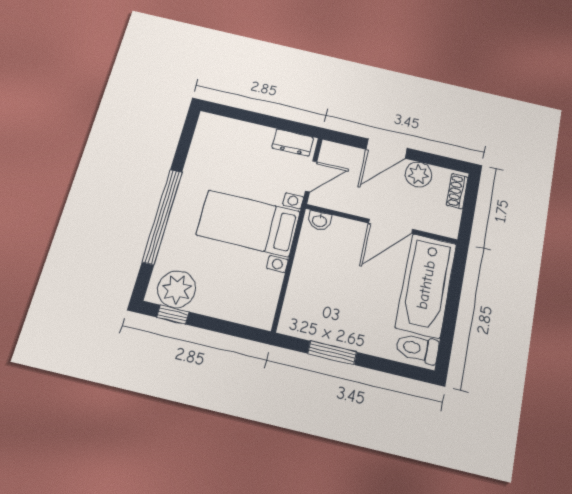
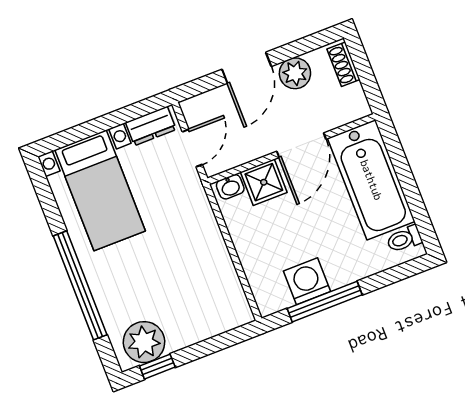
bed with nightstands: (248, 223) -> (100, 190), moved, turned -90
shower: (346, 234) -> (264, 182), added
washing machine: (329, 328) -> (307, 281), added
toilet: (417, 349) -> (404, 239), width x0.73, depth x0.72
window: (332, 353) -> (325, 302), width x1.44

